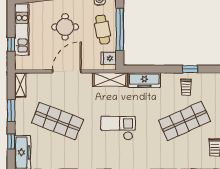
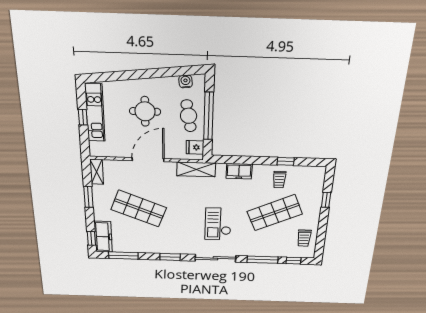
window: (11, 44) -> (83, 117), moved
freezer: (144, 80) -> (239, 171), width x0.71
checkout: (118, 128) -> (218, 224), moved, turned -90
window: (11, 141) -> (91, 238), moved

